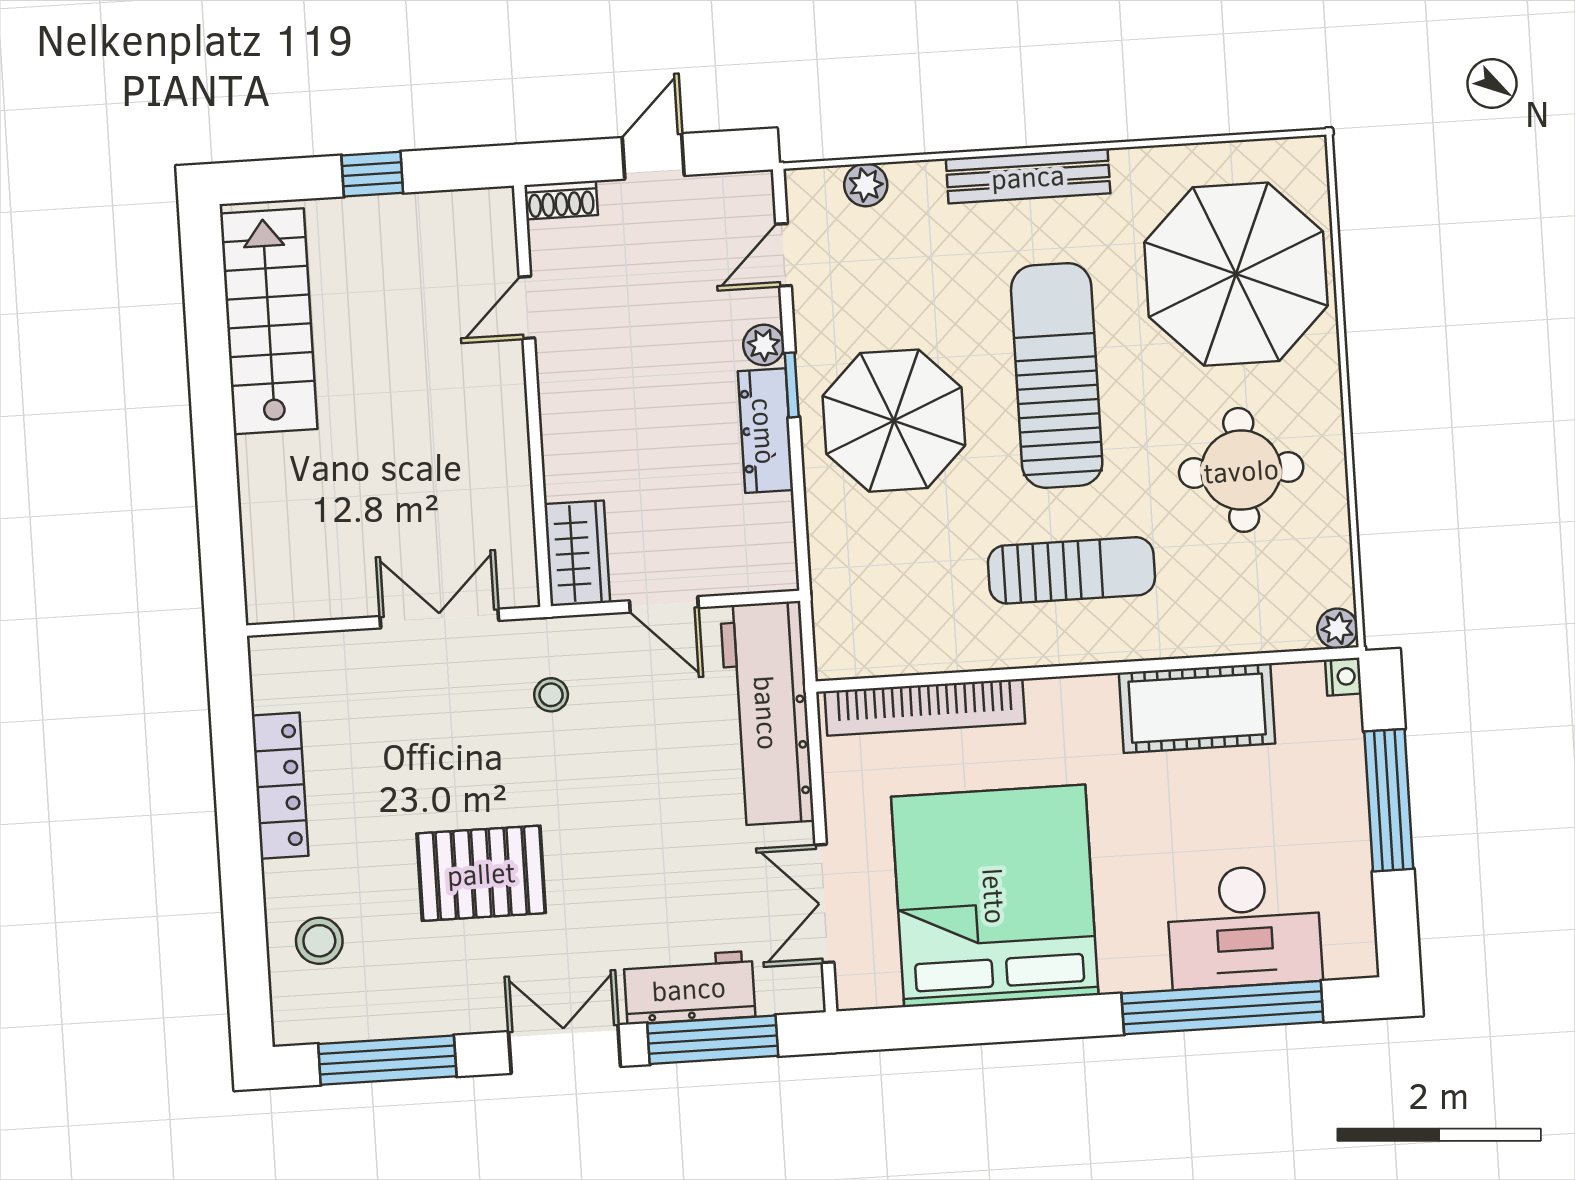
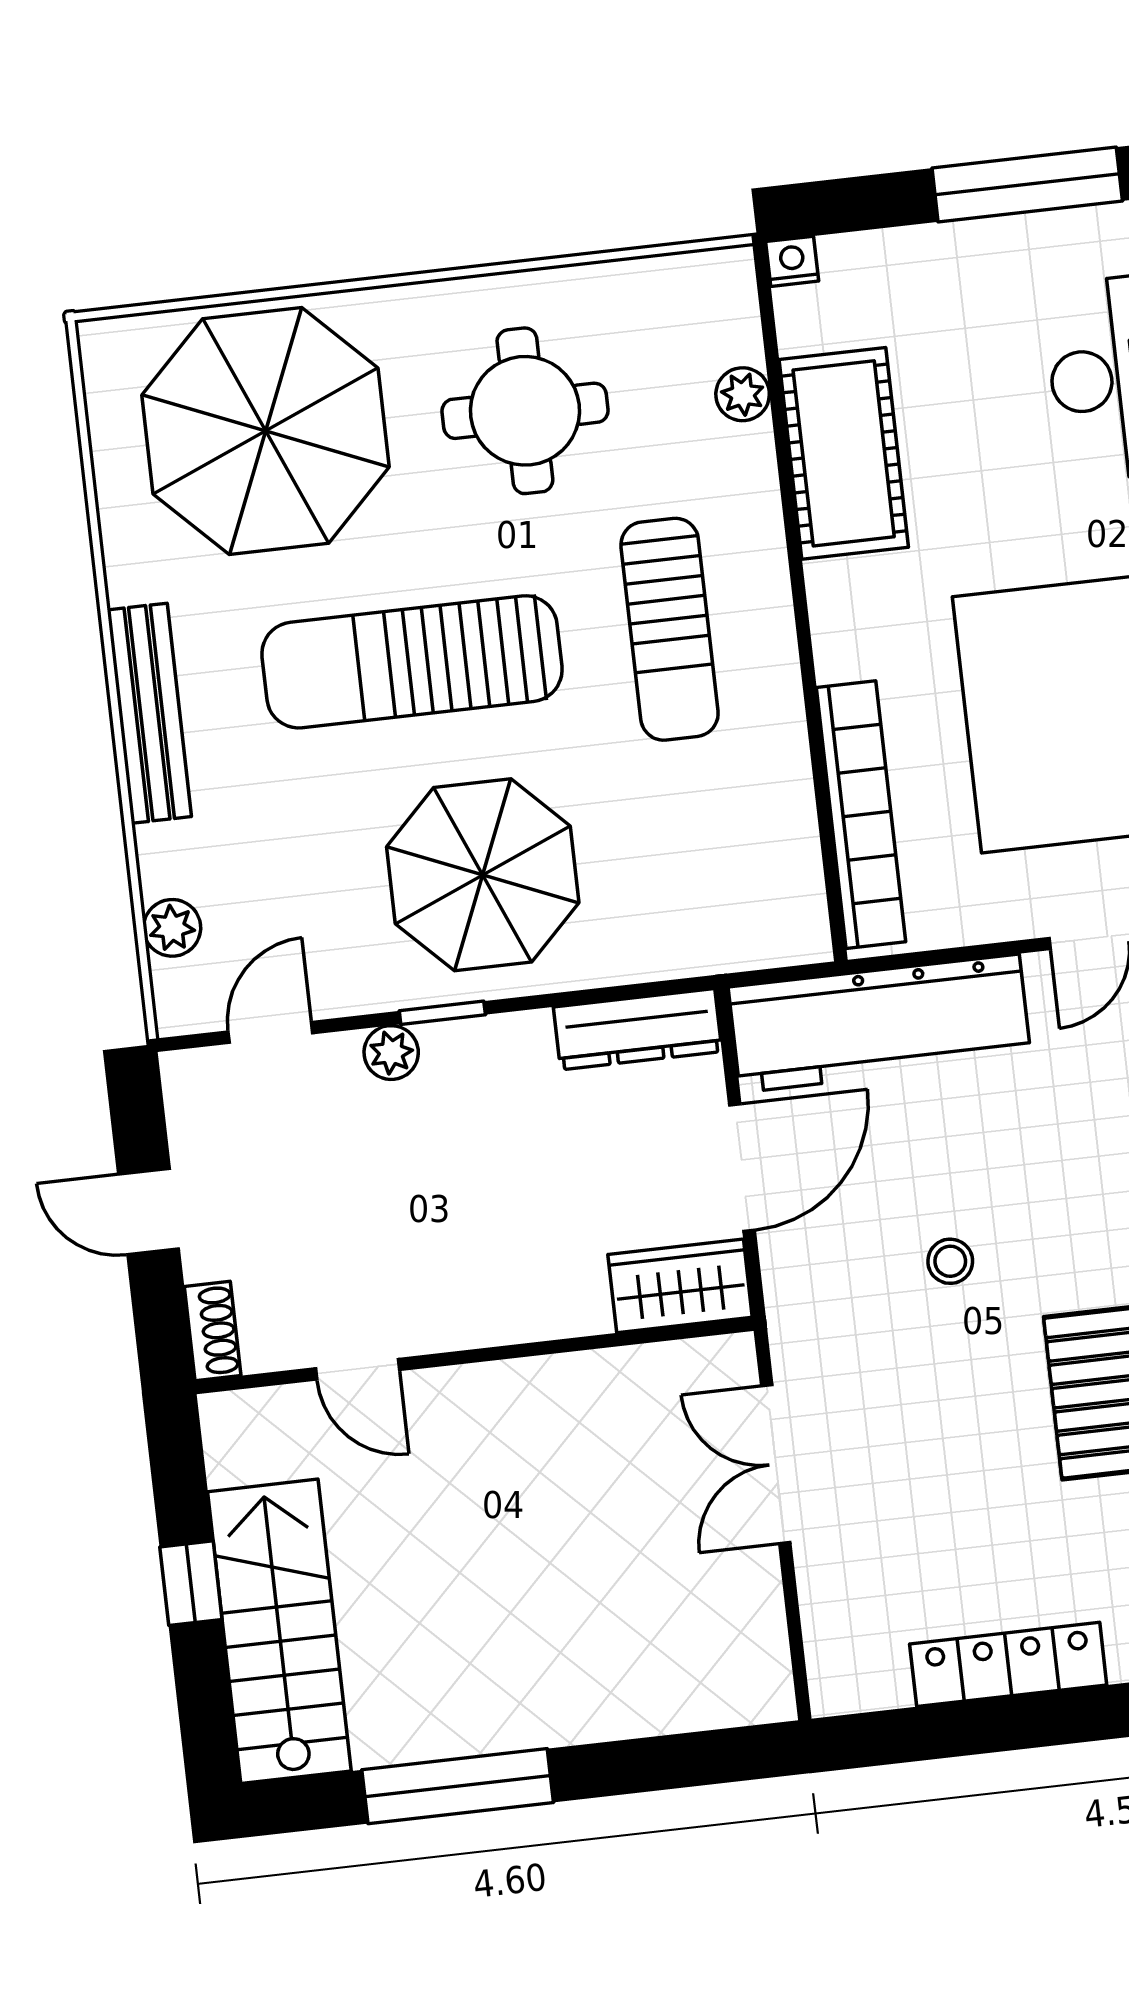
door: (783, 255) -> (270, 1032), swing flipped
stairs: (269, 321) -> (279, 1631), moved, turned 90
window: (209, 367) -> (458, 1786), added
dresser: (765, 431) -> (638, 1029), moved
sun lounger: (1071, 570) -> (670, 629), turned 180
door: (664, 604) -> (742, 1168), width x1.38
plant: (1337, 629) -> (743, 394), moved
stool: (551, 695) -> (950, 1261), moved
window: (1389, 800) -> (1027, 184), moved

